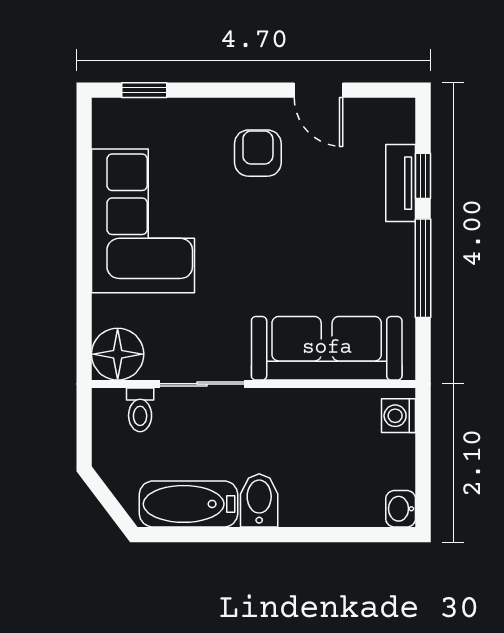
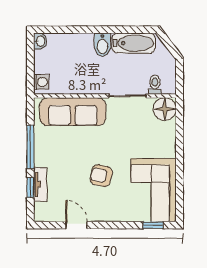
armchair: (258, 153) -> (101, 176), moved, turned 103
corner sofa: (143, 221) -> (154, 190), moved

